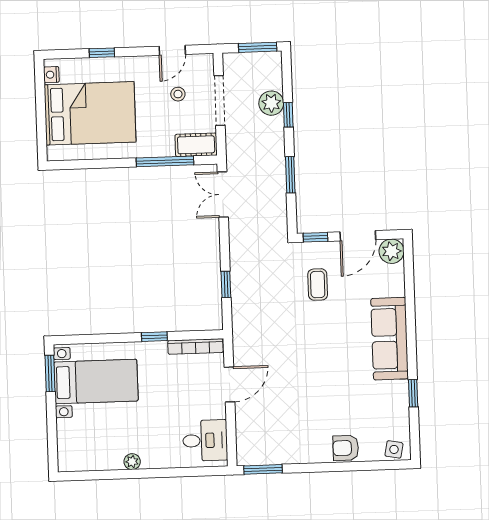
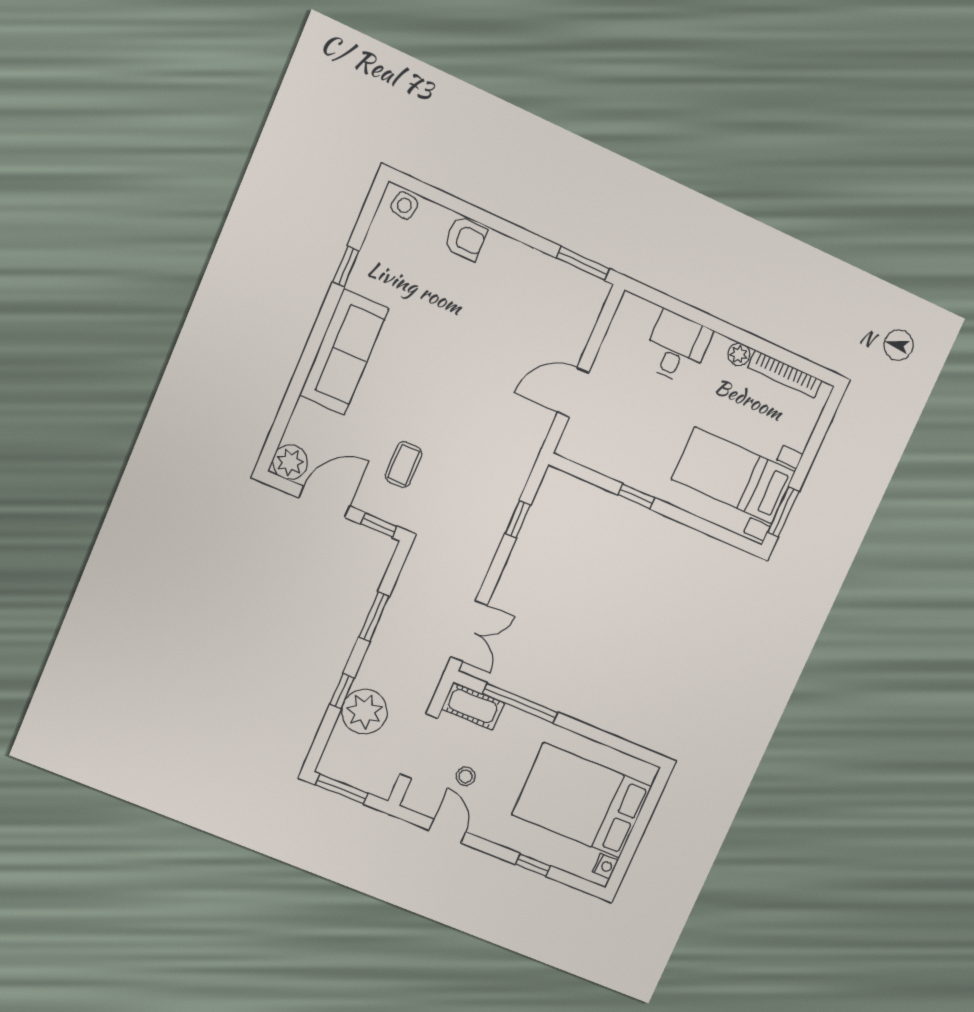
door: (172, 50) -> (448, 831), hinge flipped
plant: (271, 103) -> (364, 711), width x1.36, depth x1.36
bookcase: (195, 347) -> (785, 374), moved, turned 180
desk: (205, 440) -> (677, 347), moved, turned 90

